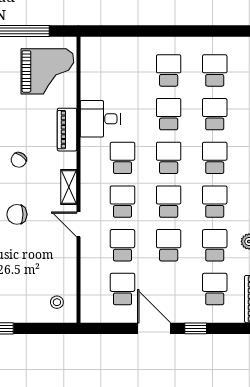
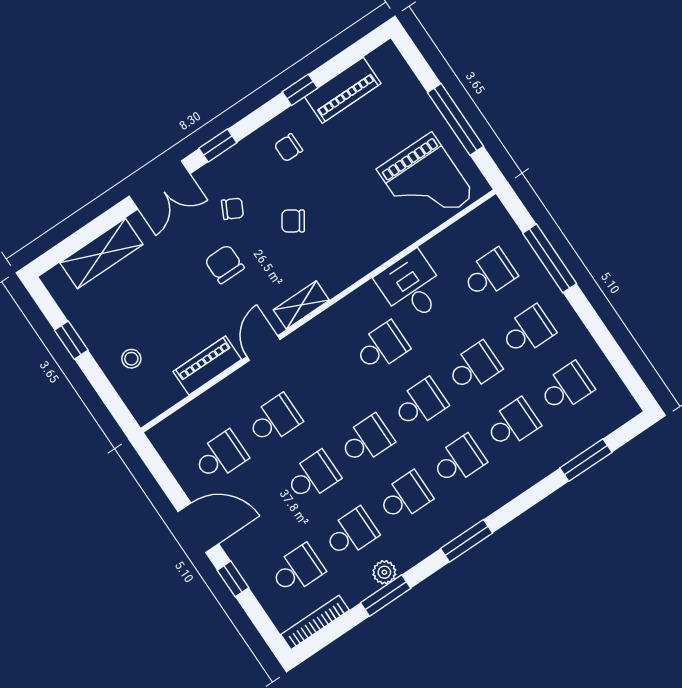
window: (136, 31) -> (550, 258), added
piano: (67, 130) -> (207, 366), moved
school desk: (122, 202) -> (489, 274), moved
stool: (57, 302) -> (131, 359), moved
door: (154, 328) -> (198, 528), hinge flipped

